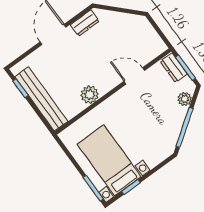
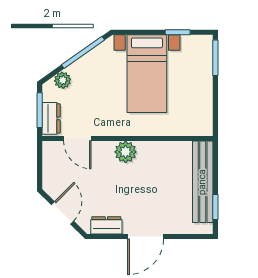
door: (120, 10) -> (62, 213), added
door: (134, 76) -> (77, 138), moved
plant: (90, 95) -> (126, 152), moved
bed with nightstands: (109, 160) -> (147, 74), moved

